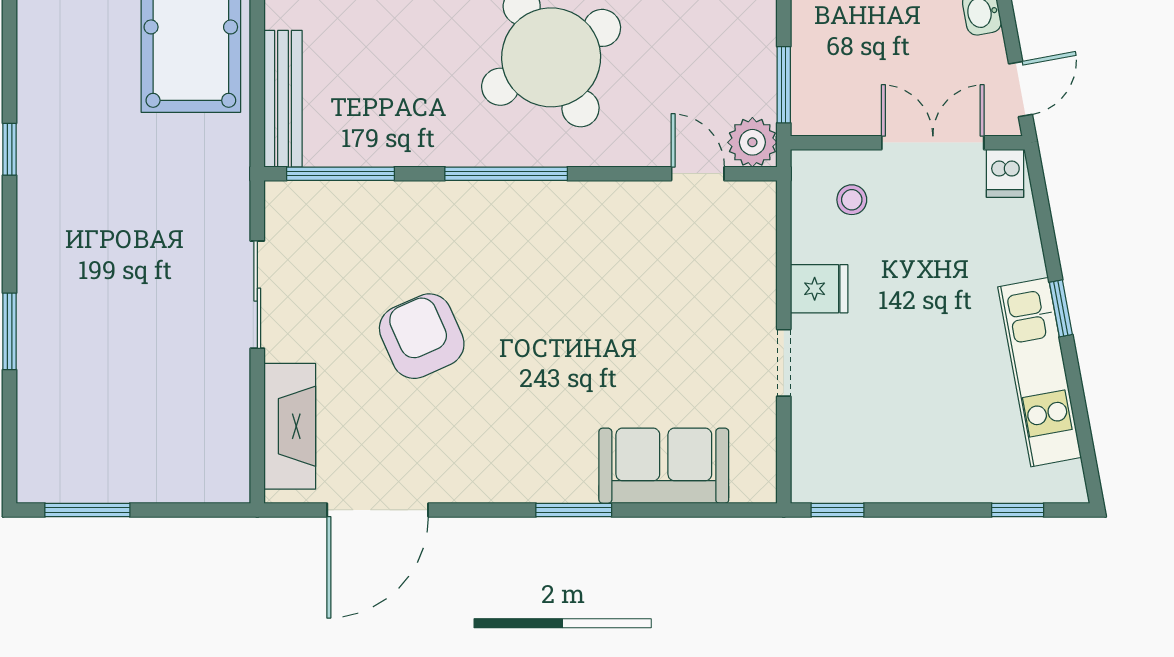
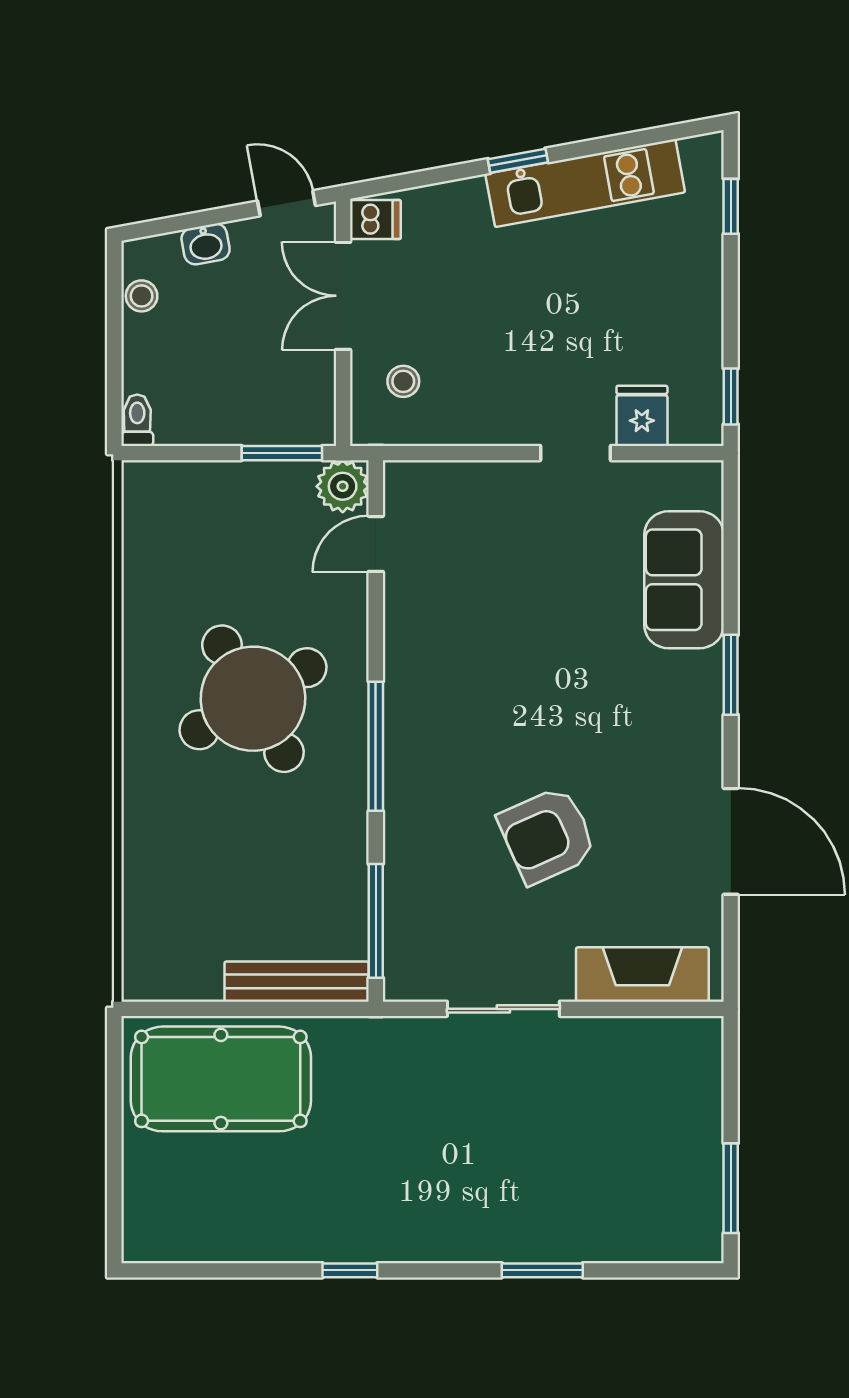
fridge: (819, 289) -> (642, 416), moved
door: (378, 510) -> (731, 841), moved

